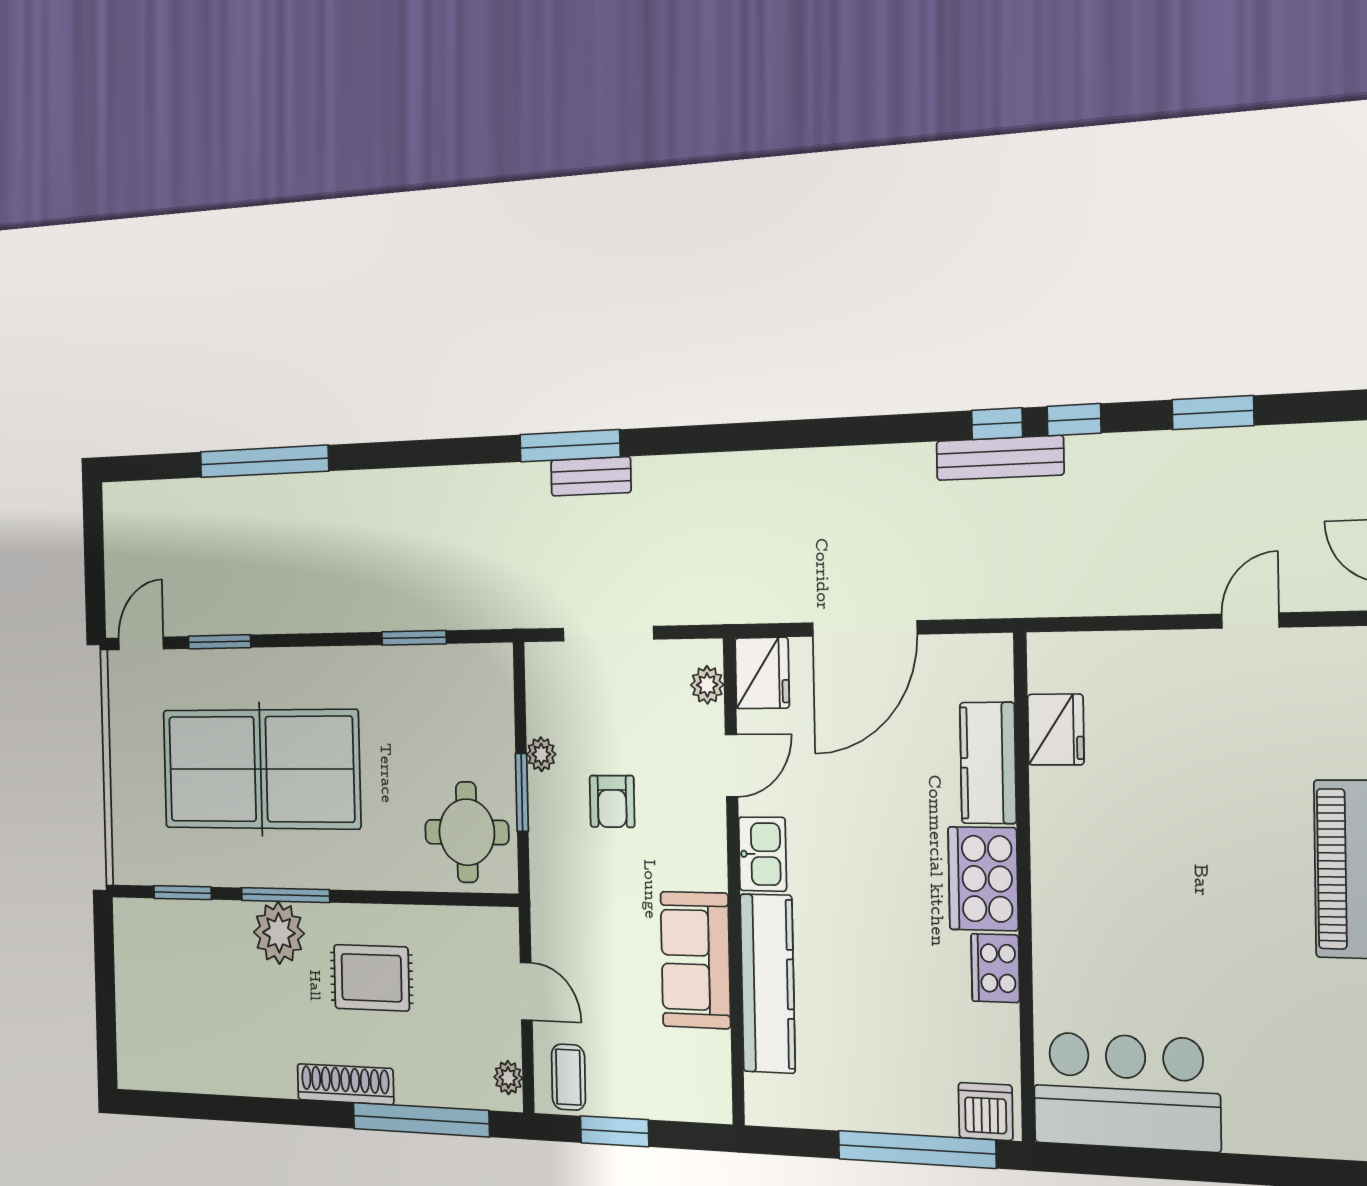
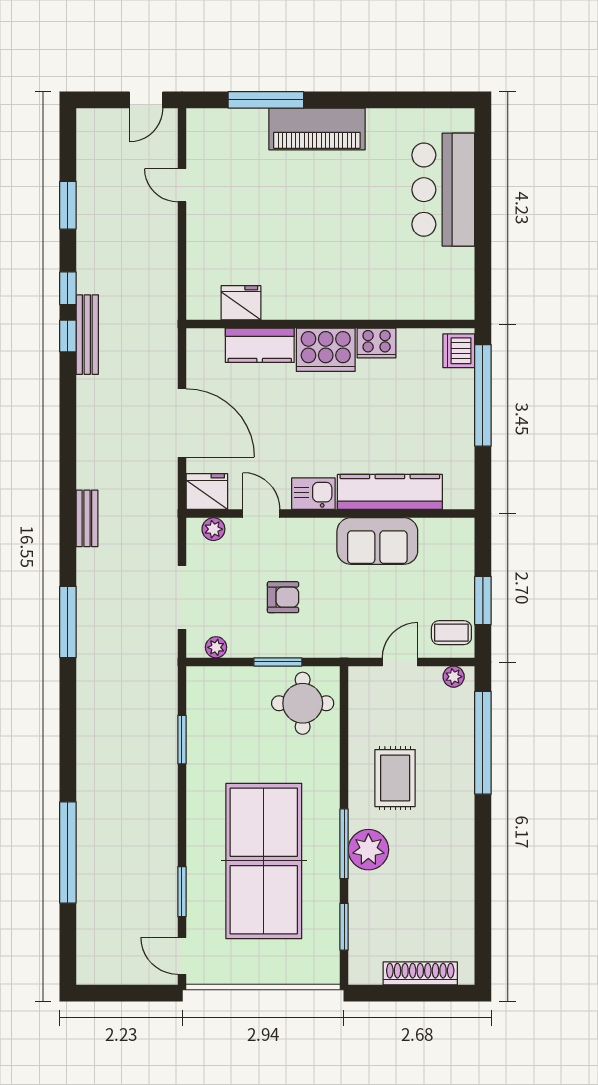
bench: (591, 476) -> (87, 518), moved
plant: (541, 754) -> (216, 647), moved
shoe rack: (345, 1084) -> (420, 973), moved, turned 90
bar counter: (1126, 1091) -> (443, 190), moved

